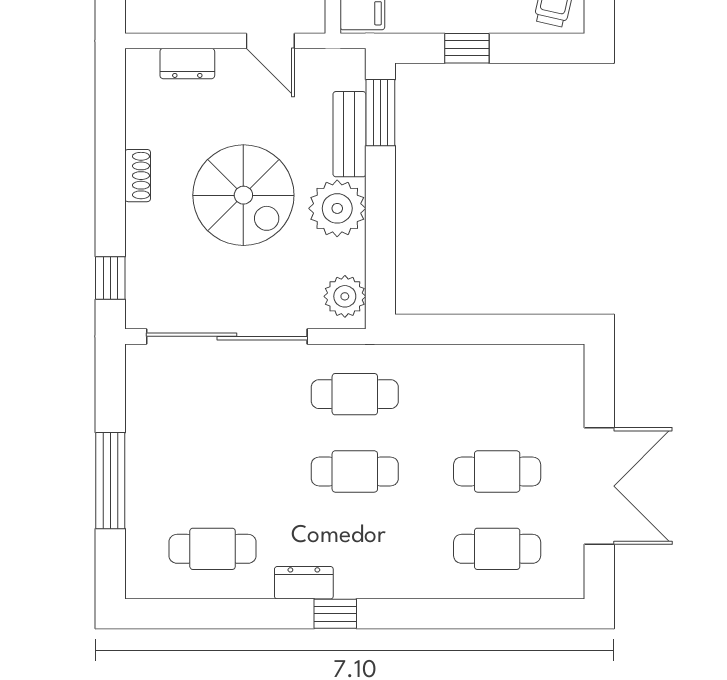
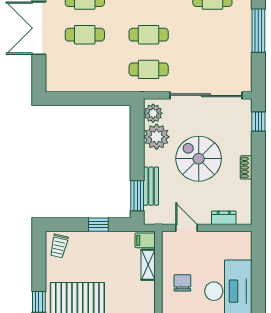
plant: (337, 208) -> (157, 137), moved

